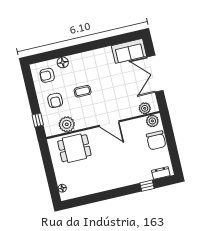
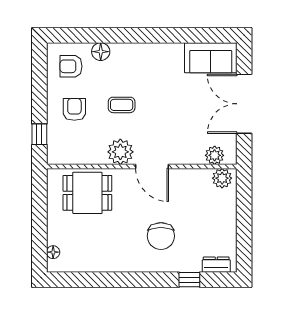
armchair: (55, 100) -> (74, 109), turned 180
plant: (67, 124) -> (120, 152), moved
chair: (156, 140) -> (161, 236), moved

